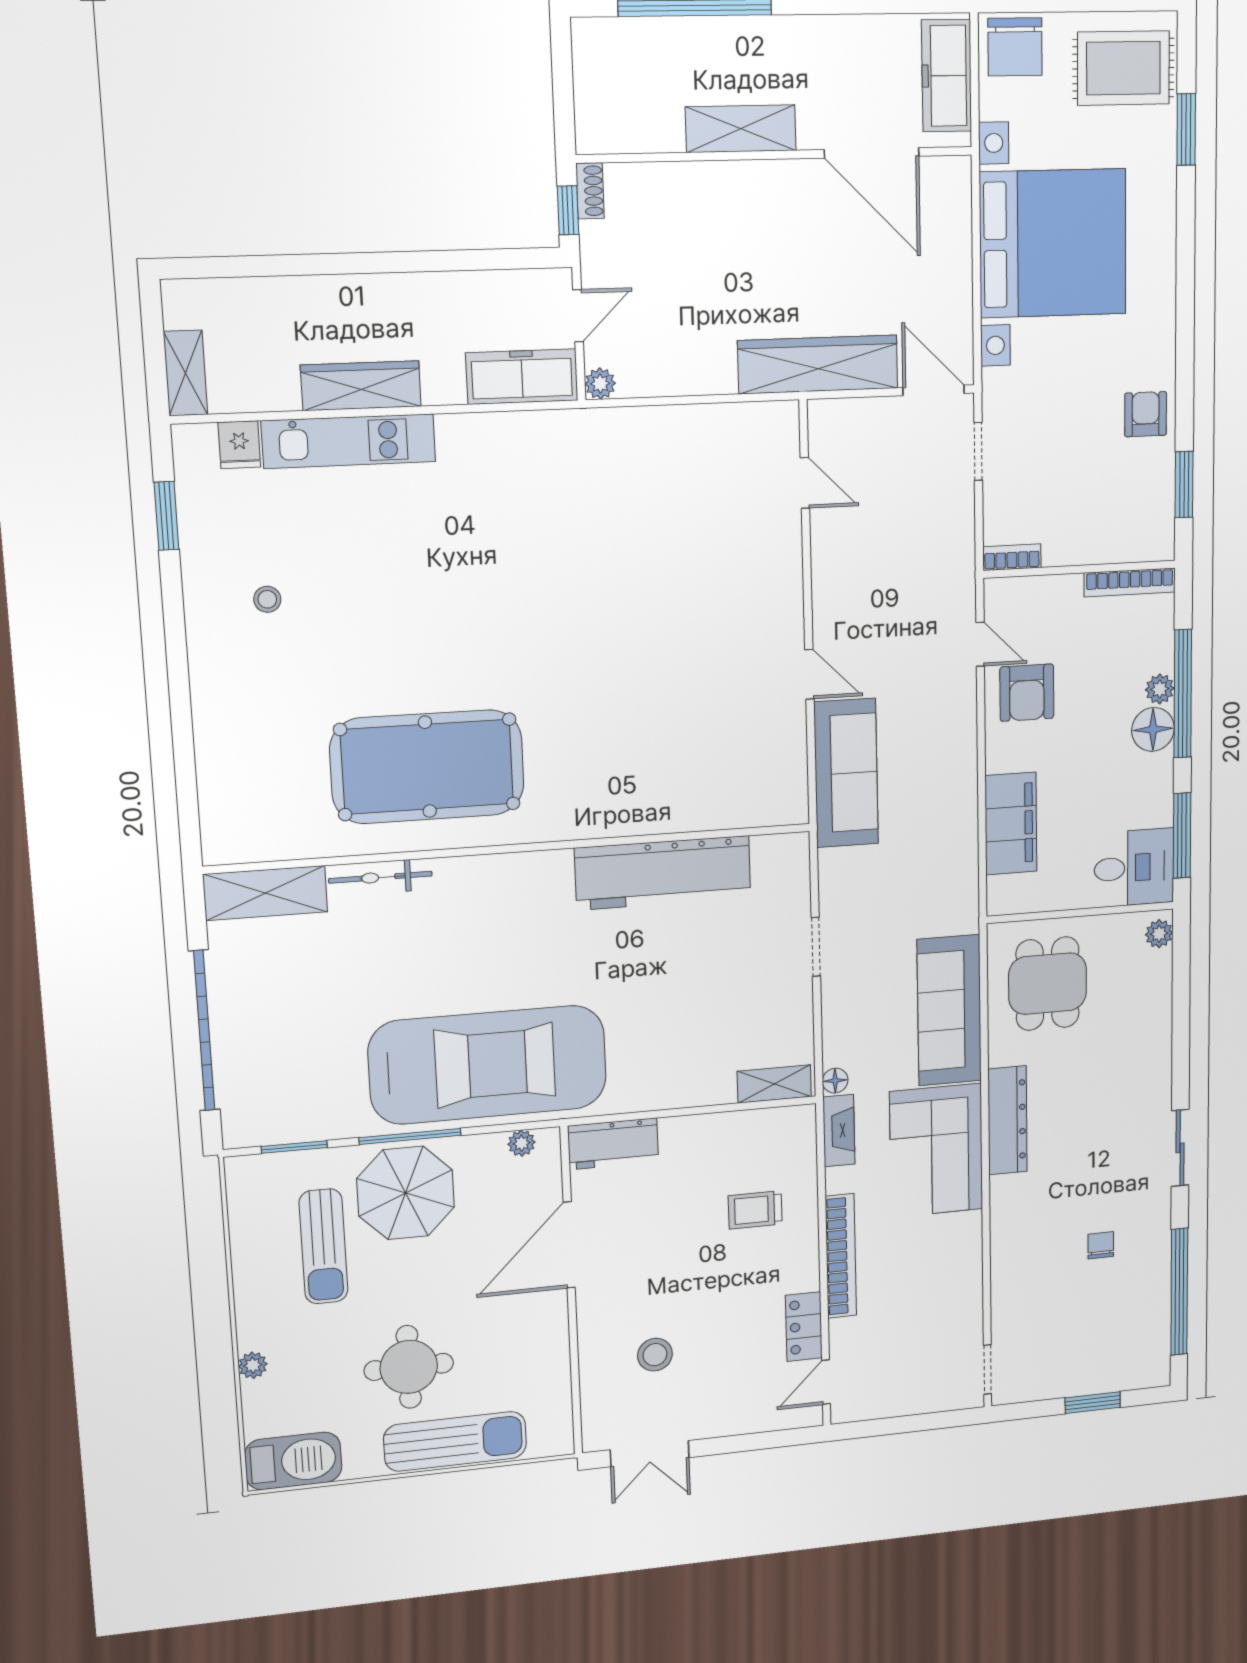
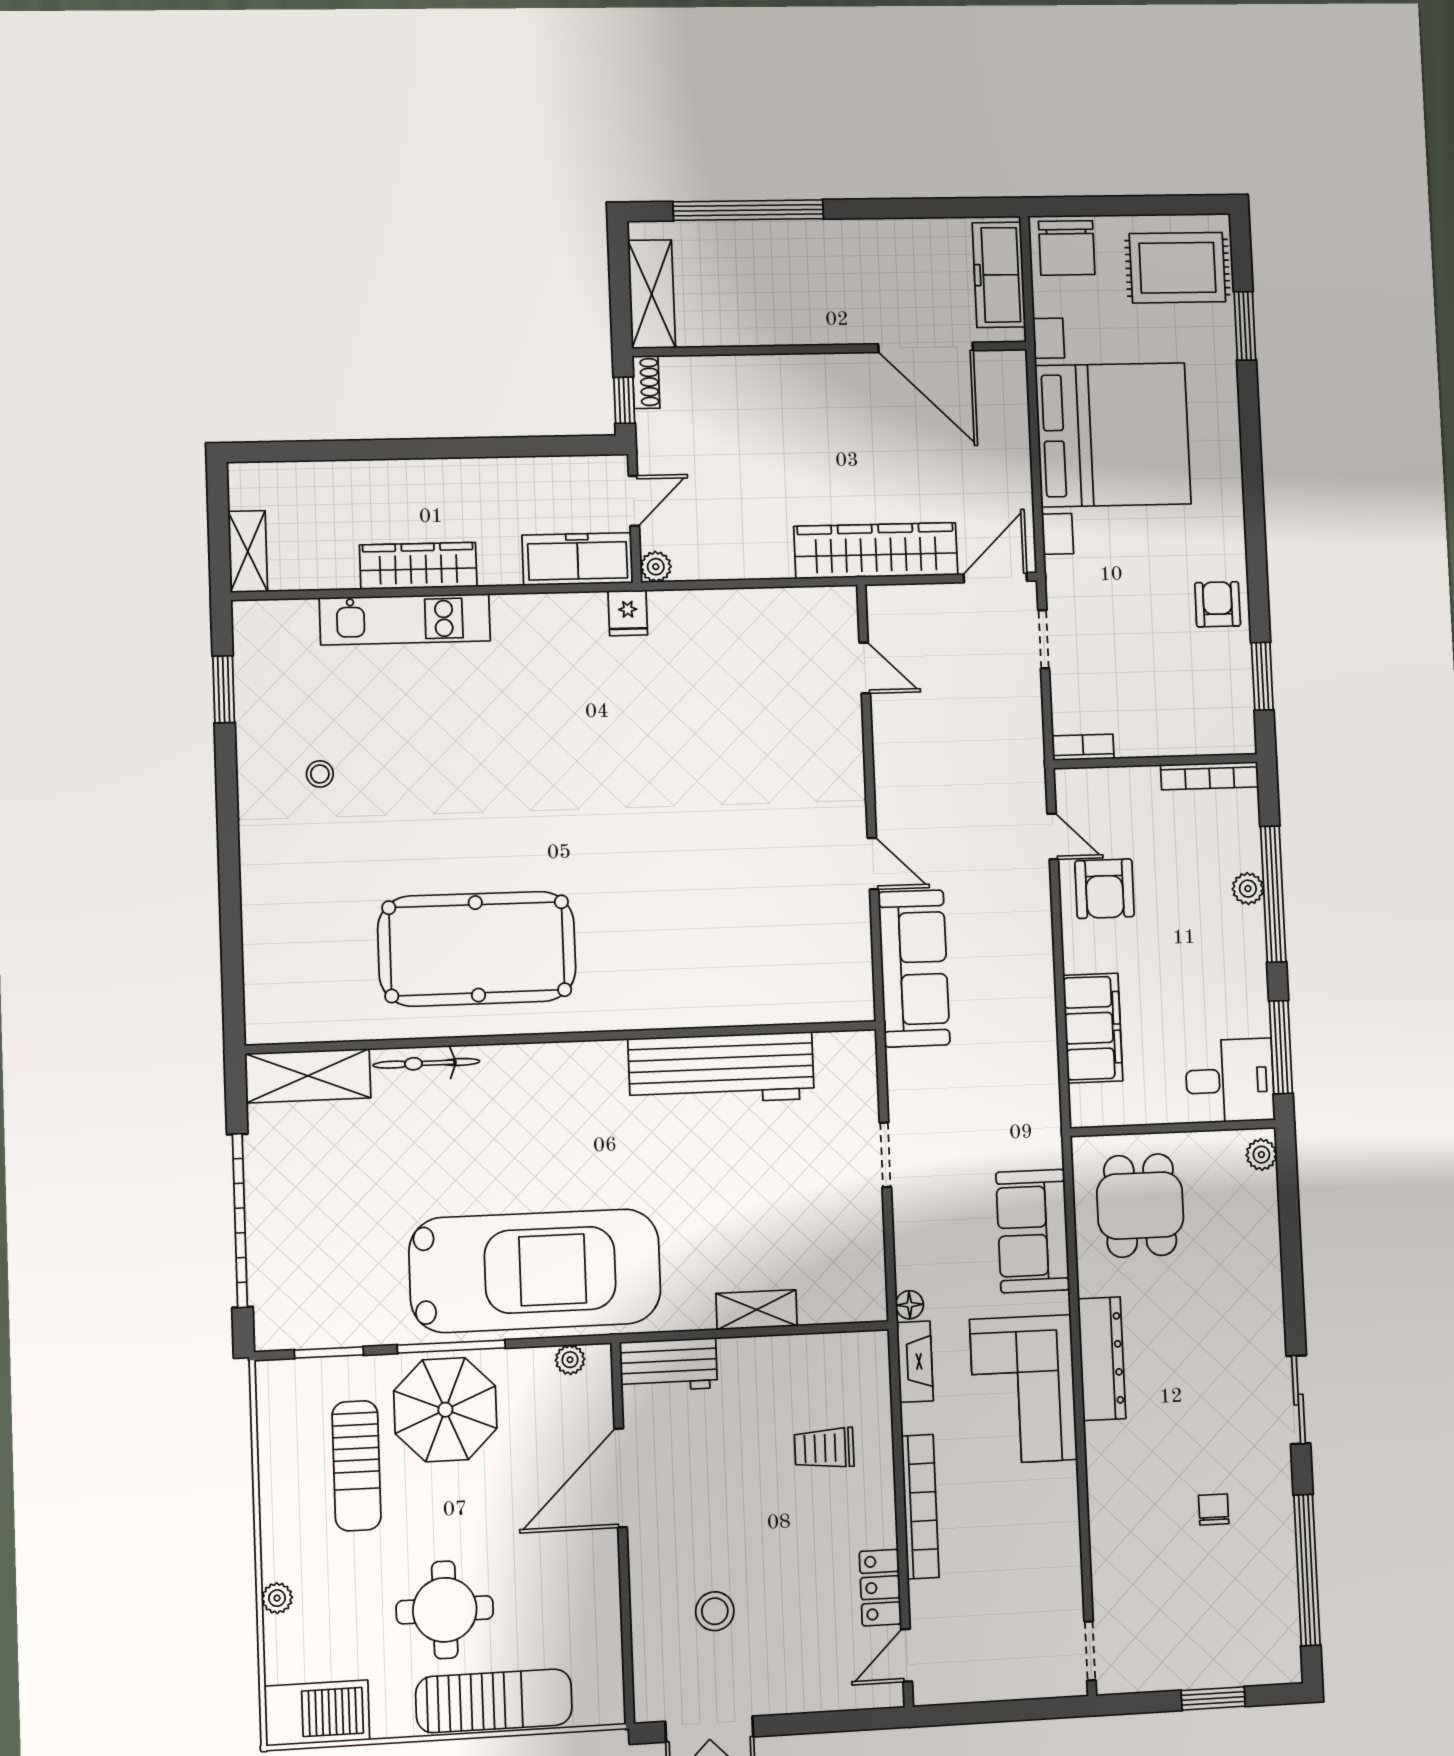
shelving: (741, 129) -> (652, 294), moved, turned 90
door: (934, 390) -> (995, 578), hinge flipped
fridge: (239, 445) -> (628, 613), moved
floor lamp: (1153, 729) -> (1243, 931), removed
sofa: (949, 1010) -> (1033, 1231), width x0.73
shelving: (774, 1084) -> (757, 1310), moved

